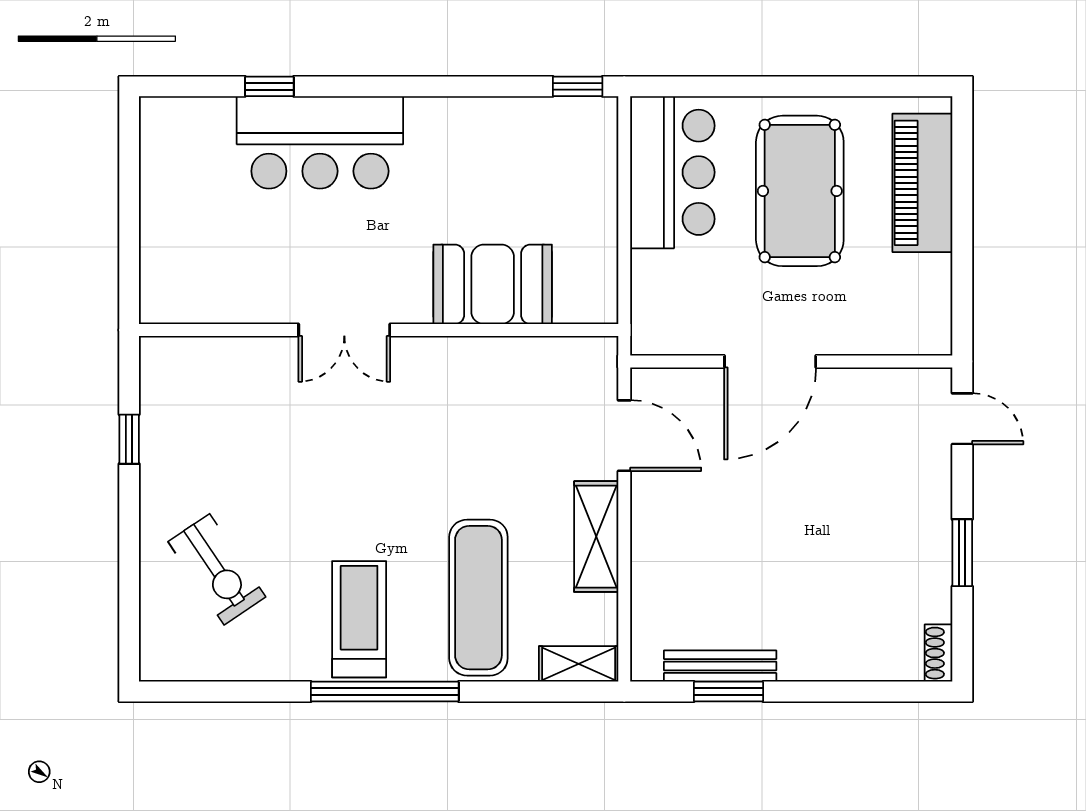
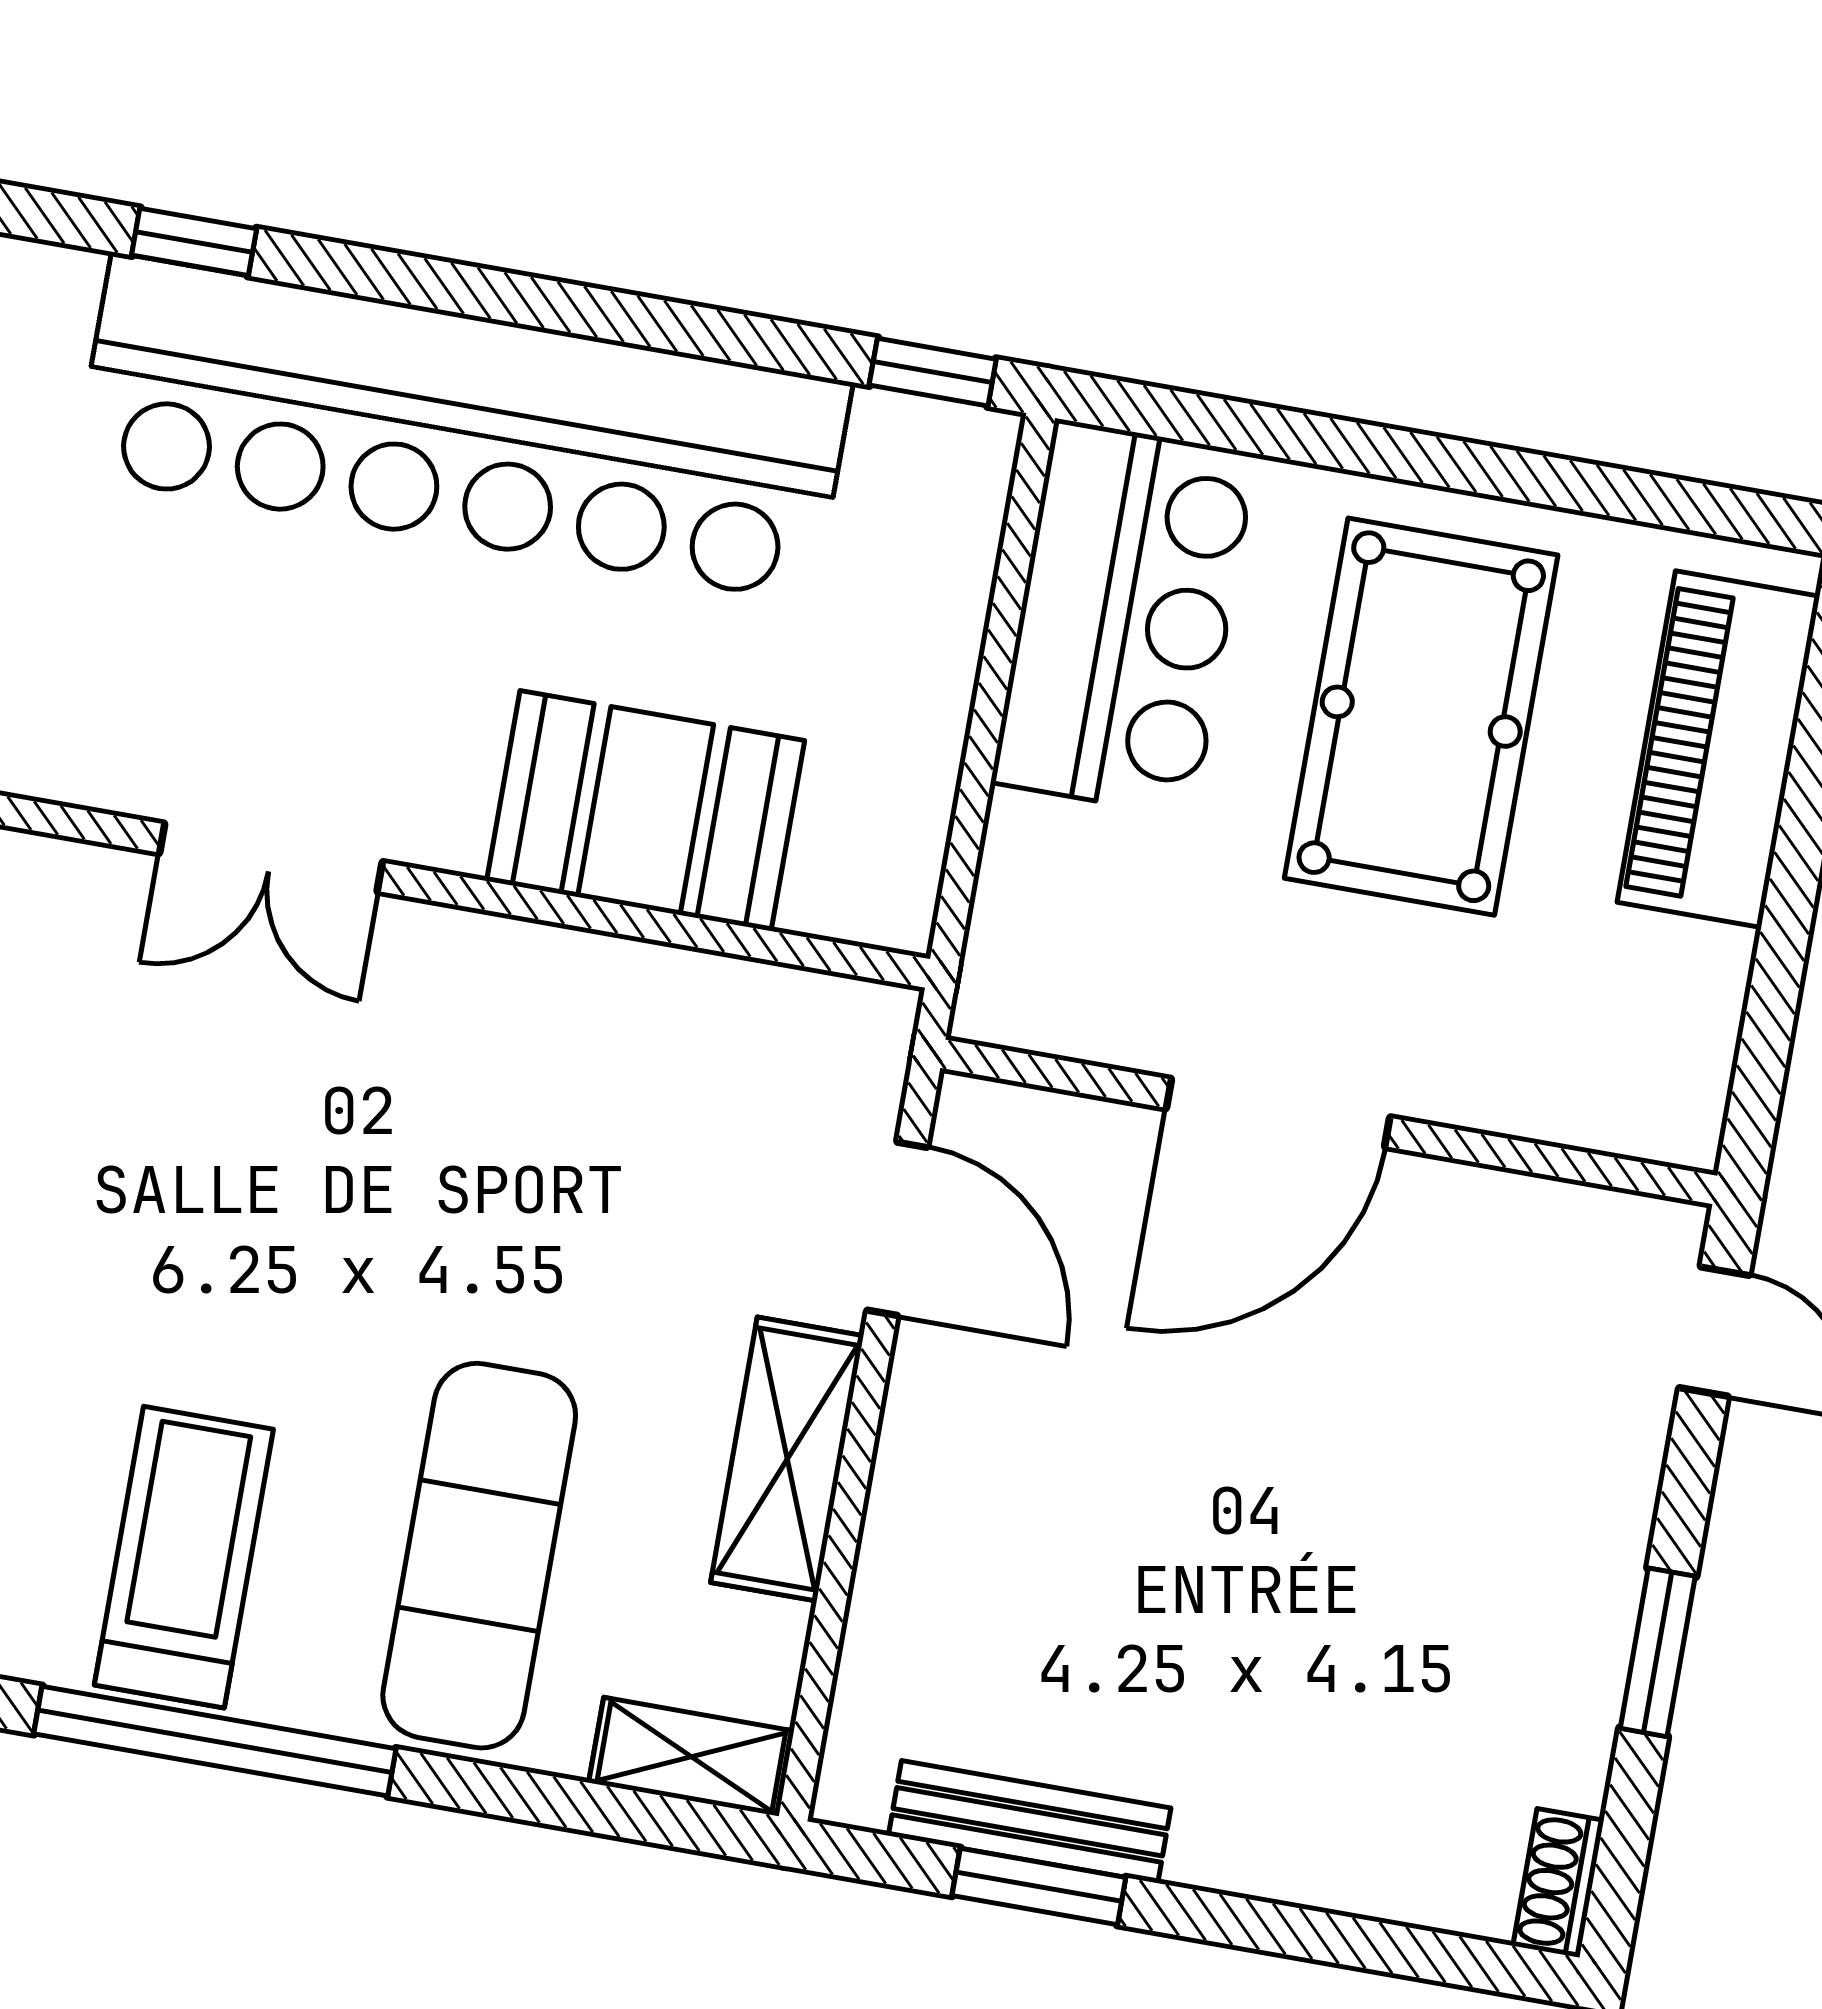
bar counter: (320, 142) -> (463, 428), width x1.86

